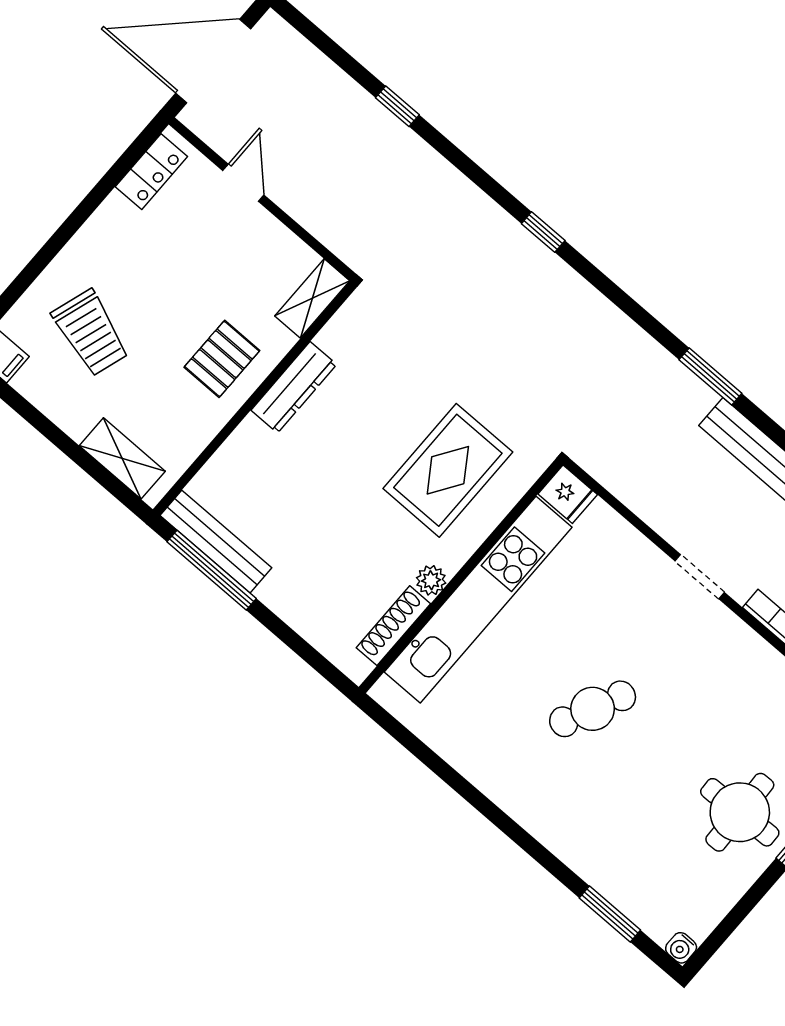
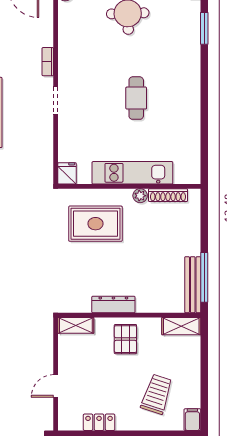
locker: (151, 172) -> (99, 422), moved
pallet: (222, 359) -> (125, 339), turned 90
shelving: (122, 458) -> (181, 326), moved, turned 90
kitchen unit: (478, 600) -> (132, 173), width x0.73
cafe table: (593, 709) -> (136, 98), turned 65

